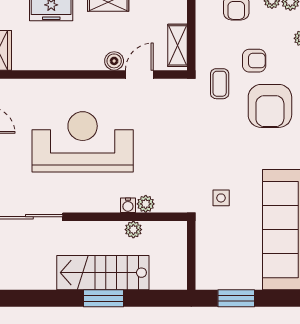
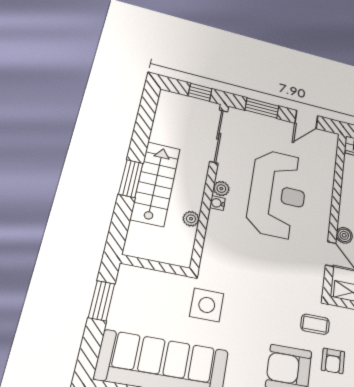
side table: (221, 198) -> (207, 305), width x1.87, depth x1.87
plant: (146, 204) -> (221, 189), moved
water cooler: (128, 205) -> (217, 203), moved

